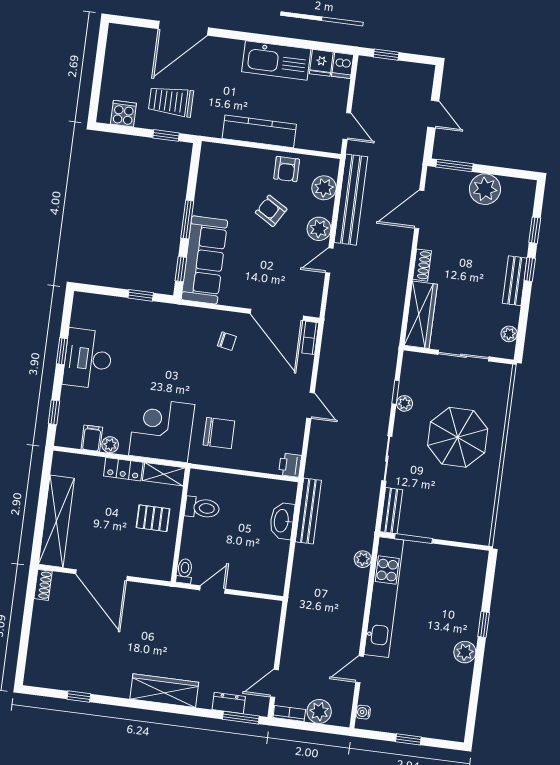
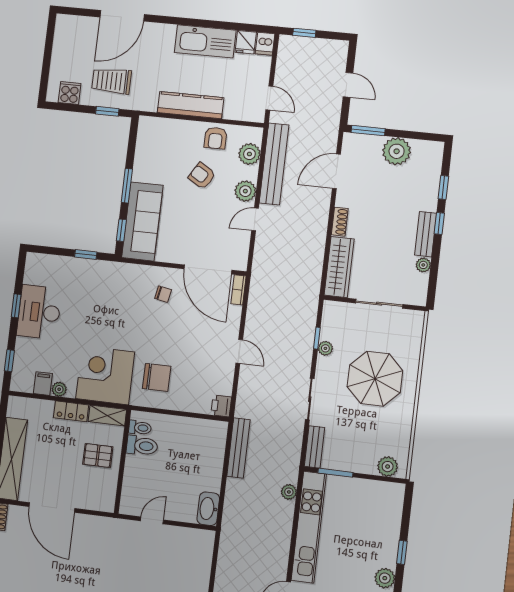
plant: (509, 334) -> (423, 265), moved
washbasin: (282, 521) -> (208, 509), moved
plant: (470, 532) -> (388, 467), added
toilet: (185, 571) -> (140, 428), moved, turned 90

